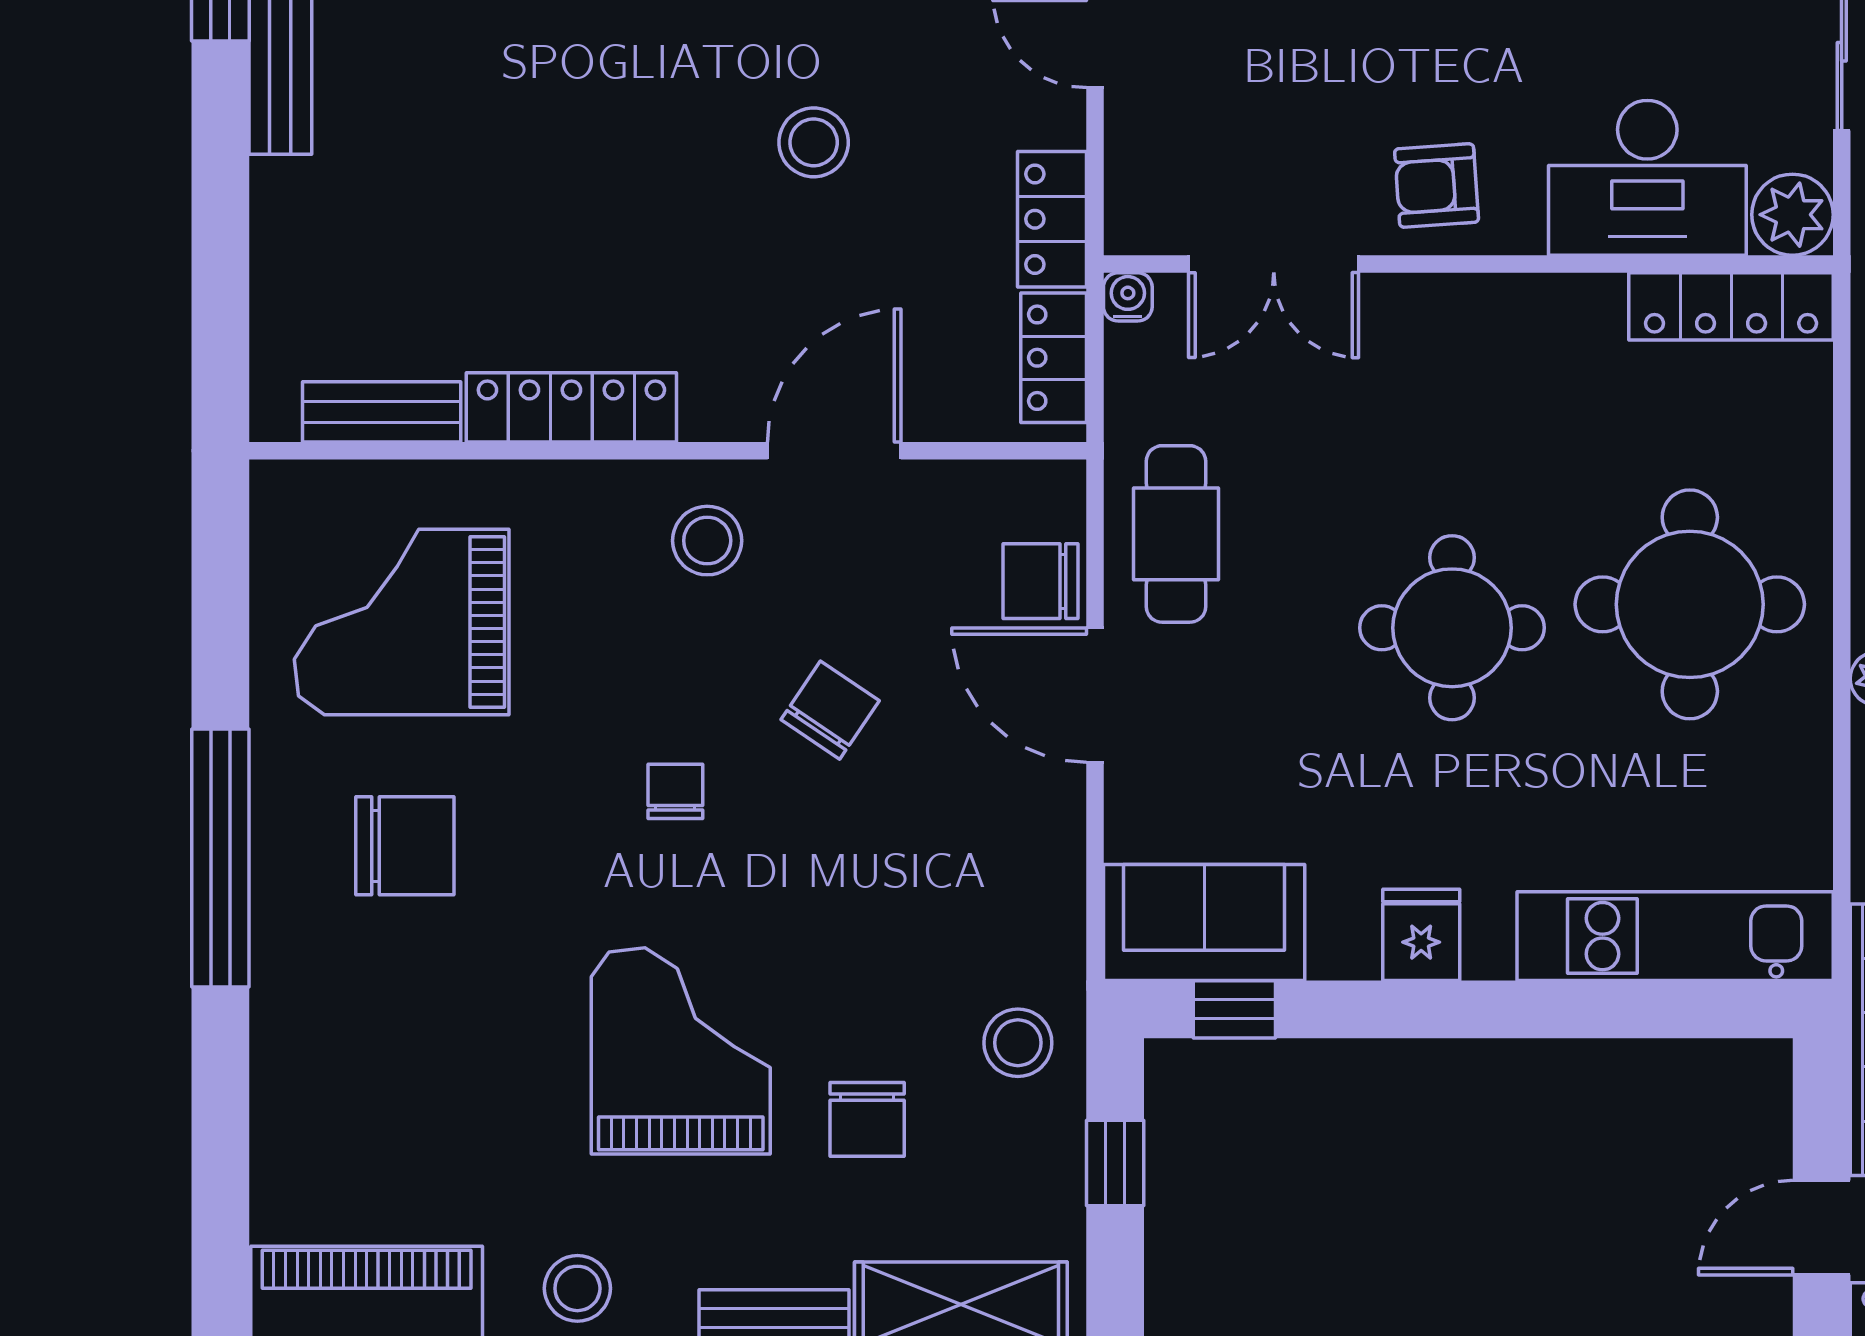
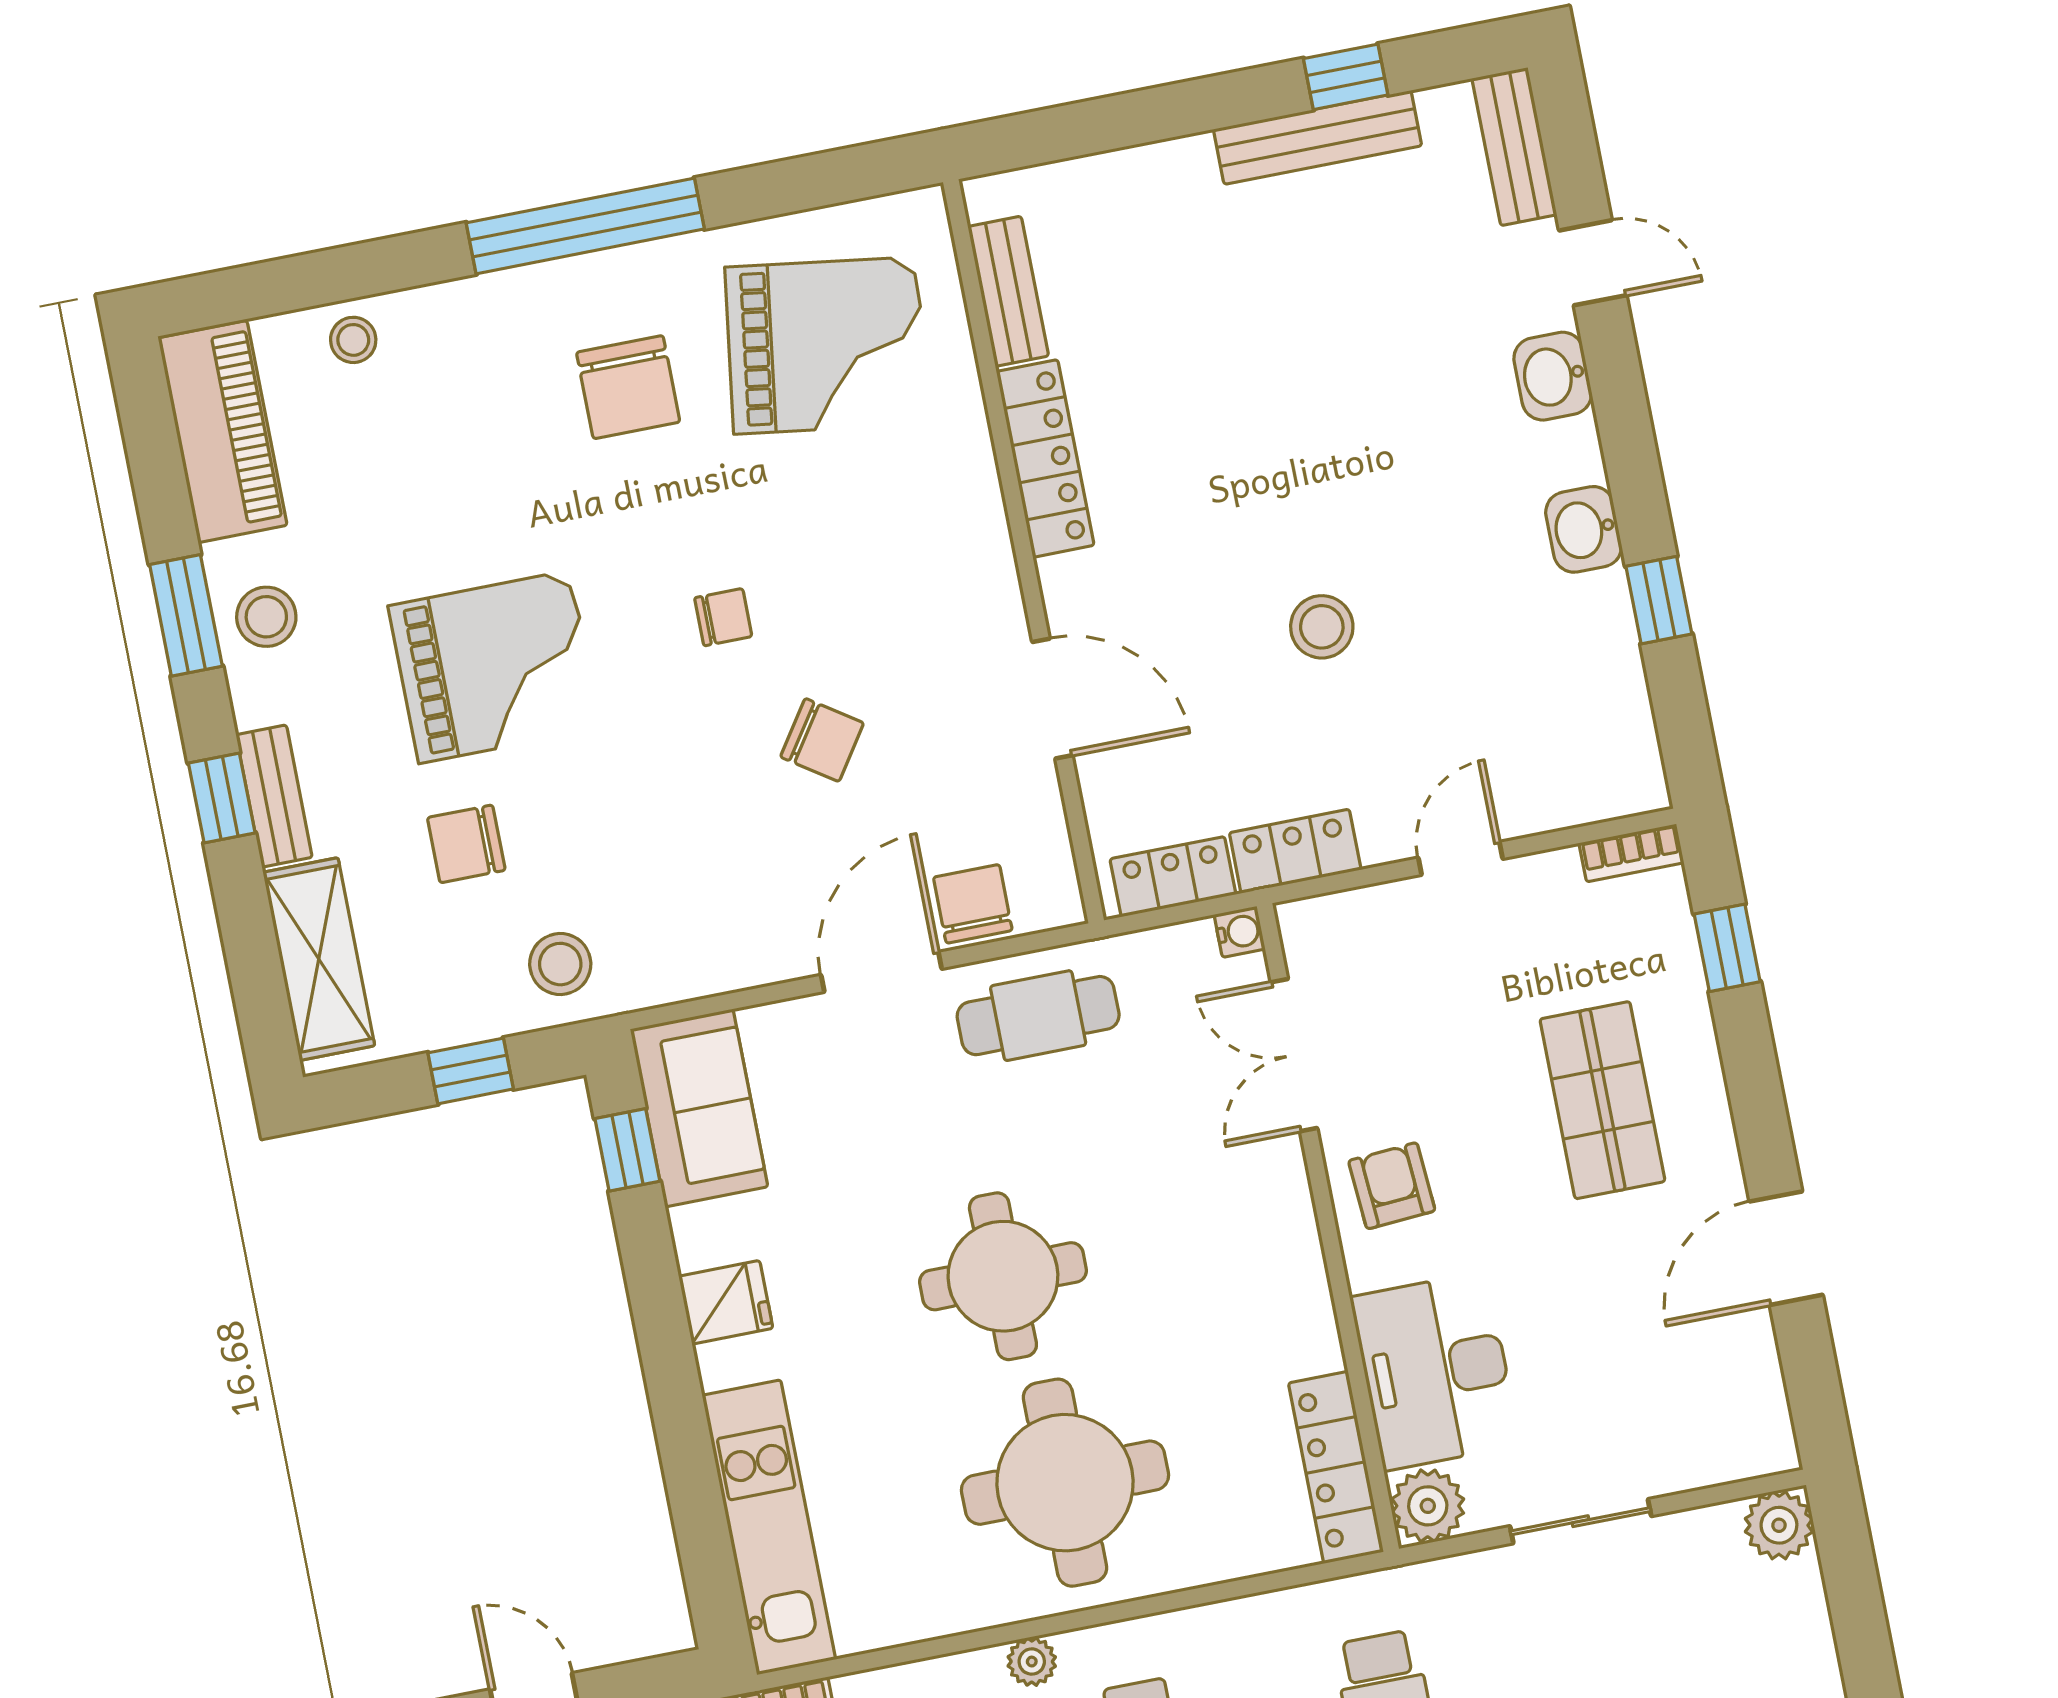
stool: (707, 541) -> (353, 340), moved, width x0.73, depth x0.73
grand piano: (402, 622) -> (826, 345), turned 98

